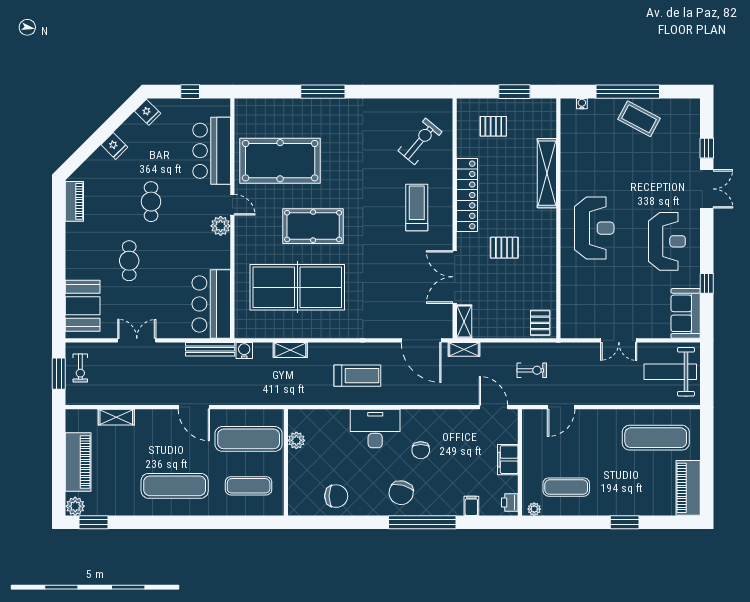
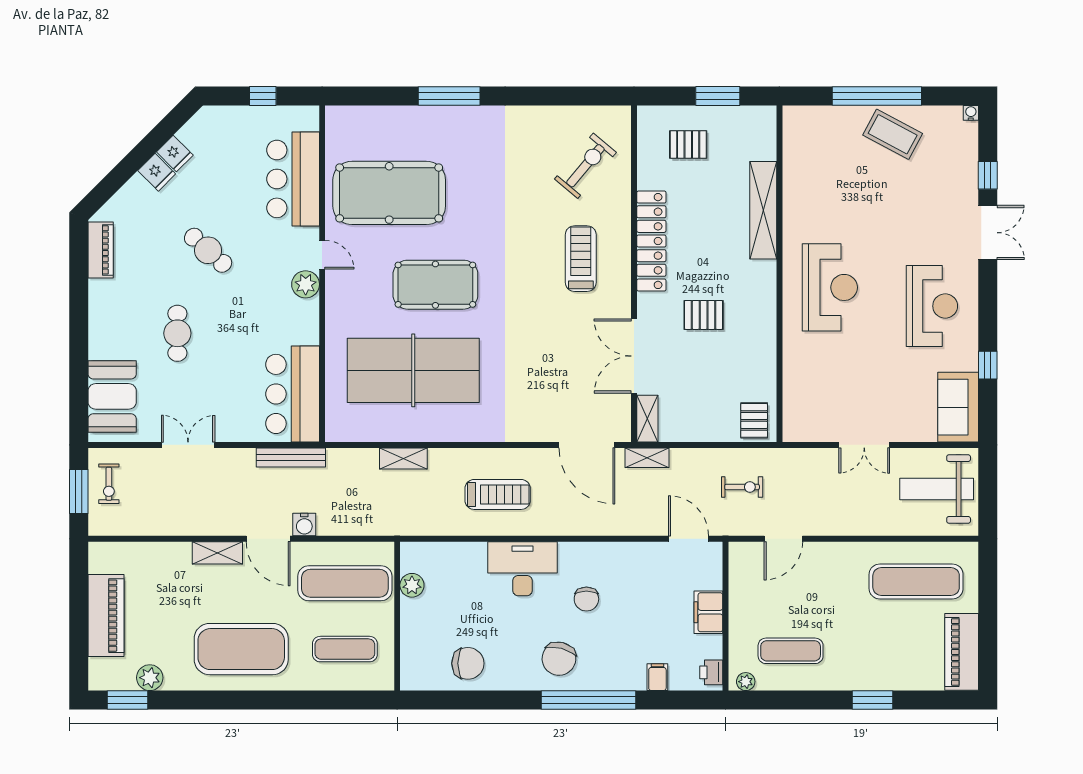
water cooler: (582, 104) -> (971, 113), moved
fridge: (148, 112) -> (175, 153), moved
cafe table: (151, 202) -> (208, 250), turned -48
water cooler: (244, 350) -> (304, 525), moved, turned 180
shelving: (116, 417) -> (217, 553), moved
exercise mat: (175, 486) -> (241, 649), width x1.47
plant: (75, 506) -> (150, 678), moved

